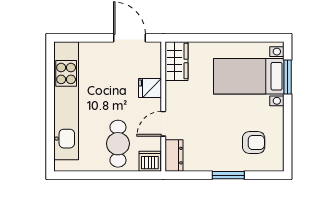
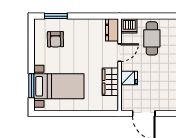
wardrobe: (176, 61) -> (110, 82), moved
armchair: (254, 142) -> (55, 39), turned -91
window: (228, 175) -> (56, 16), moved

